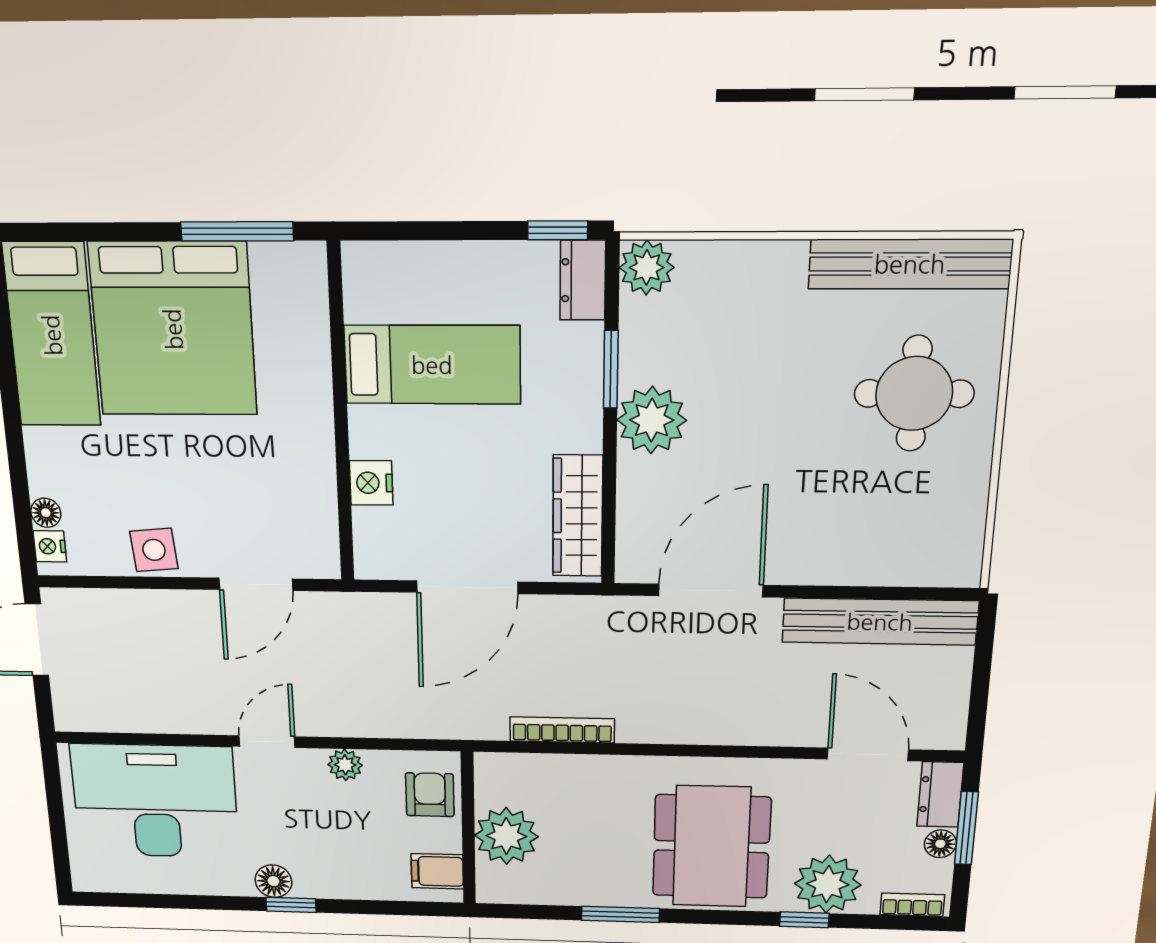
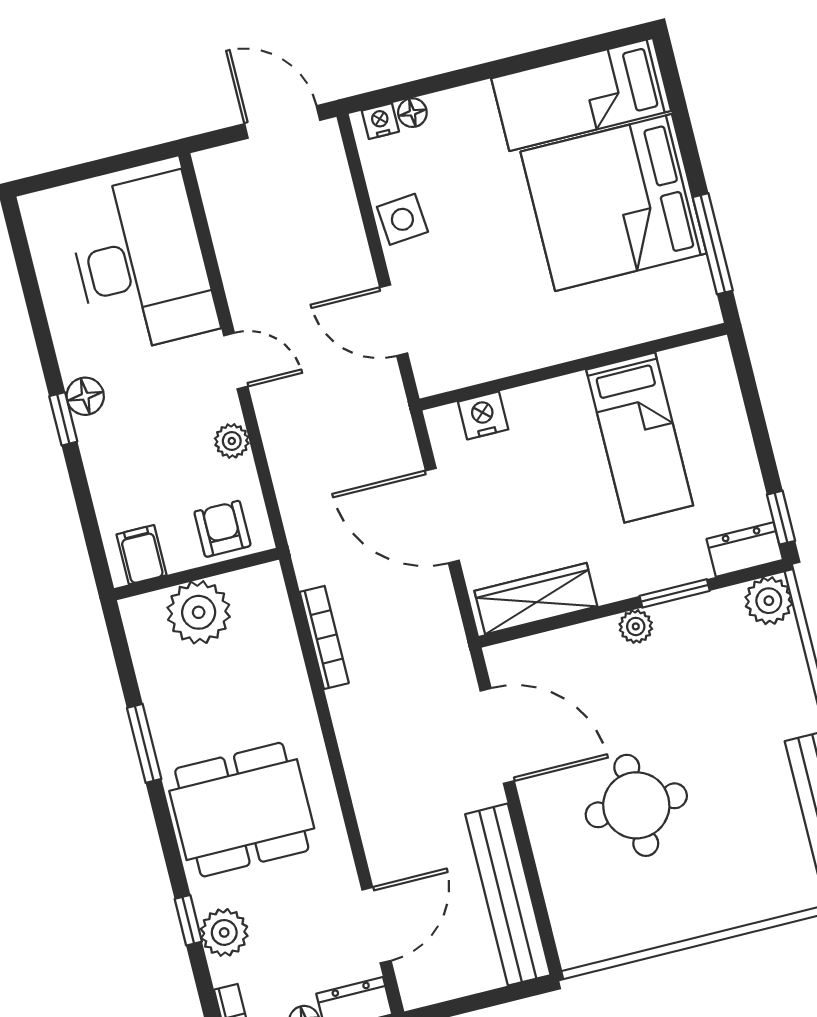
round table: (914, 394) -> (636, 805), moved
plant: (652, 420) -> (636, 626), width x0.53, depth x0.53
nightstand: (371, 483) -> (483, 415), moved
armchair: (430, 795) -> (222, 529), turned -90
plant: (828, 884) -> (224, 932), width x0.73, depth x0.73

